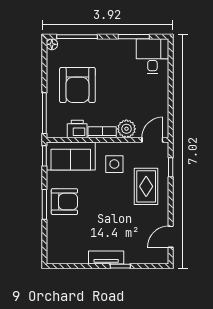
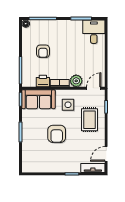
armchair: (77, 85) -> (43, 51), width x0.53, depth x0.53
armchair: (64, 202) -> (57, 134), moved, turned 90
tv unit: (106, 258) -> (93, 168), moved

